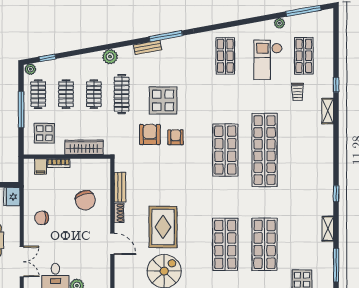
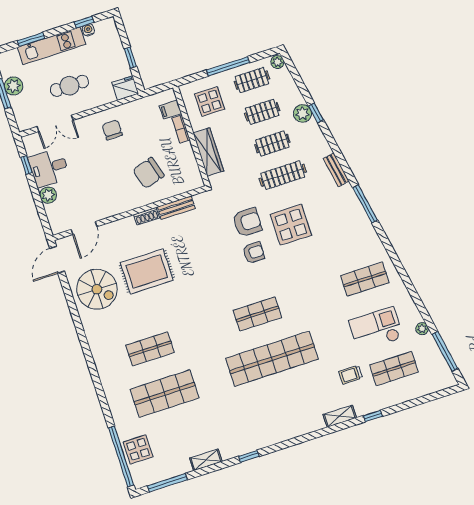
bench: (148, 47) -> (336, 170), moved
plant: (110, 57) -> (302, 113), moved
window: (47, 58) -> (316, 113), moved
shop shelf: (225, 150) -> (257, 314), width x0.70, depth x0.74
door: (112, 244) -> (84, 228), moved
shop shelf: (225, 244) -> (150, 349), width x0.70, depth x0.74

